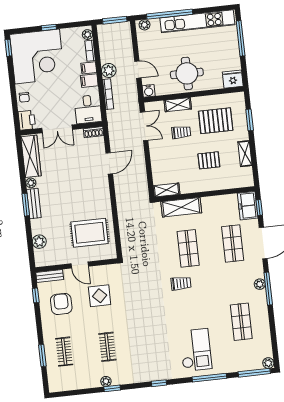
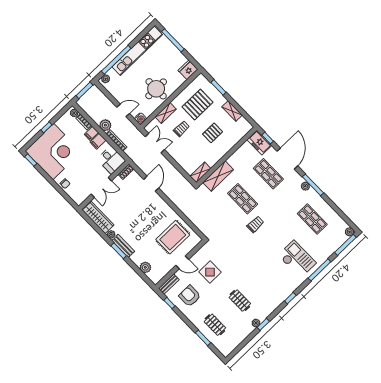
printer: (27, 120) -> (78, 197), removed

